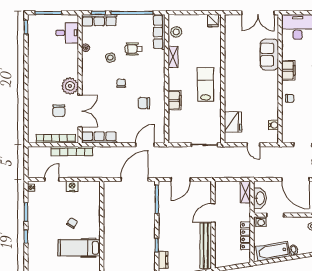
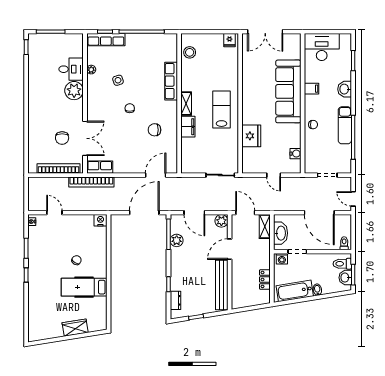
double door: (258, 13) -> (265, 32), moved
row of seats: (159, 32) -> (171, 81), moved
desk: (67, 33) -> (71, 69), moved
wheelchair: (134, 49) -> (143, 71), removed
sofa: (269, 55) -> (288, 91), width x1.85, depth x1.27
shelving: (173, 57) -> (186, 104), moved
filing cabinet: (288, 70) -> (312, 89), width x0.50
plant: (70, 86) -> (74, 91), moved
fridge: (233, 122) -> (251, 136), moved
row of seats: (99, 137) -> (100, 167), width x0.68
bookcase: (72, 151) -> (91, 182), moved
door: (52, 179) -> (54, 213), hinge flipped
door: (181, 179) -> (194, 213), hinge flipped
door: (227, 179) -> (245, 213), added
nightstand: (72, 186) -> (100, 220), moved
plant: (206, 187) -> (221, 221), added
plant: (164, 205) -> (177, 240), added
locker: (245, 236) -> (265, 279), width x0.66

